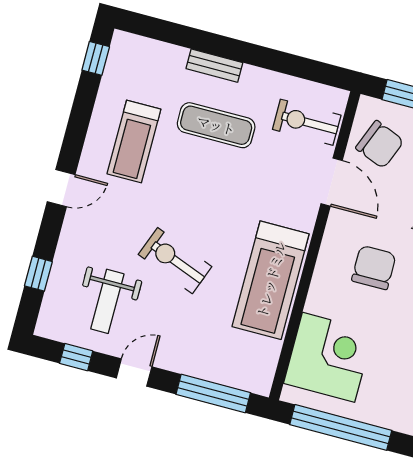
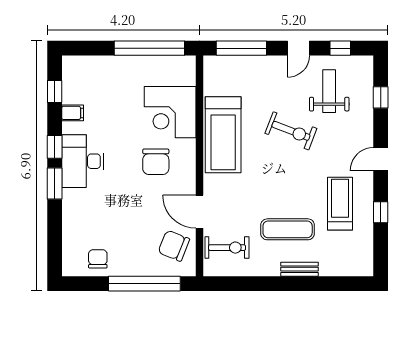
window: (96, 58) -> (381, 212), moved
treadmill: (271, 280) -> (223, 135), turned 180
corner desk: (329, 357) -> (170, 112), moved

